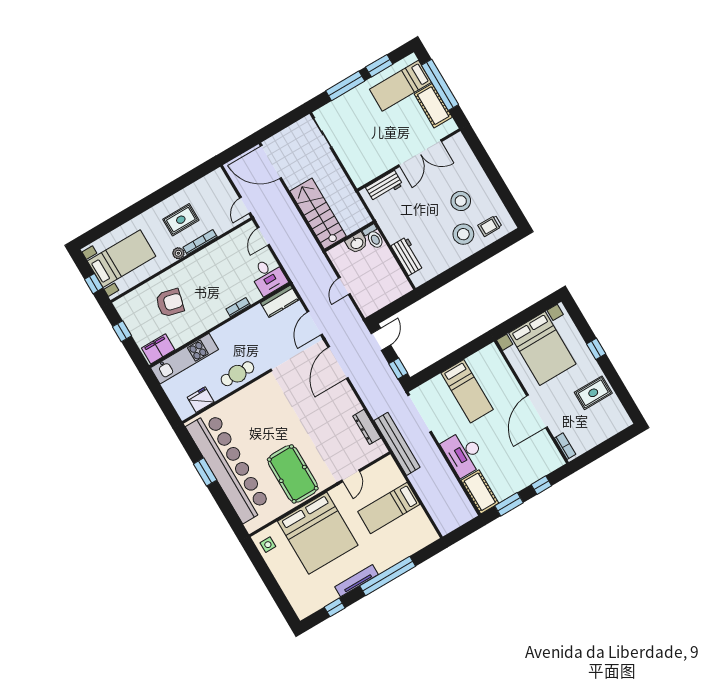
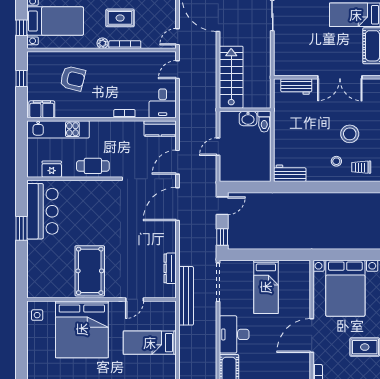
stool: (463, 234) -> (336, 161), width x0.53, depth x0.53
workbench: (408, 256) -> (290, 173), moved, turned -90
bar counter: (229, 467) -> (42, 211), width x0.54

